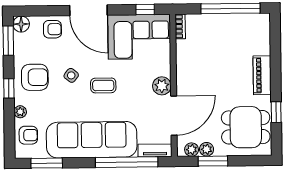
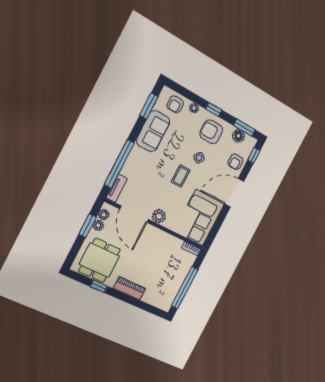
window: (145, 10) -> (254, 155), moved
floor lamp: (21, 24) -> (239, 136), moved
armchair: (35, 77) -> (211, 132), turned 90
sofa: (92, 140) -> (153, 131), width x0.54, depth x0.79

